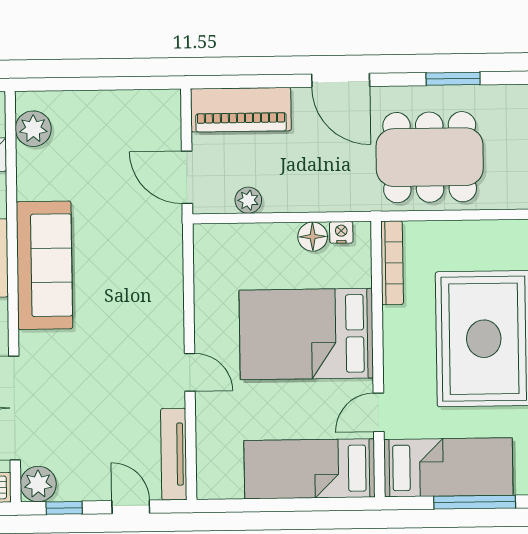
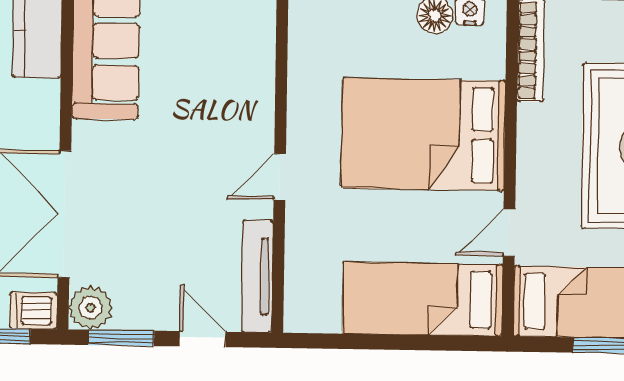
door: (190, 372) -> (280, 177), swing flipped
window: (64, 508) -> (121, 338), width x1.50

